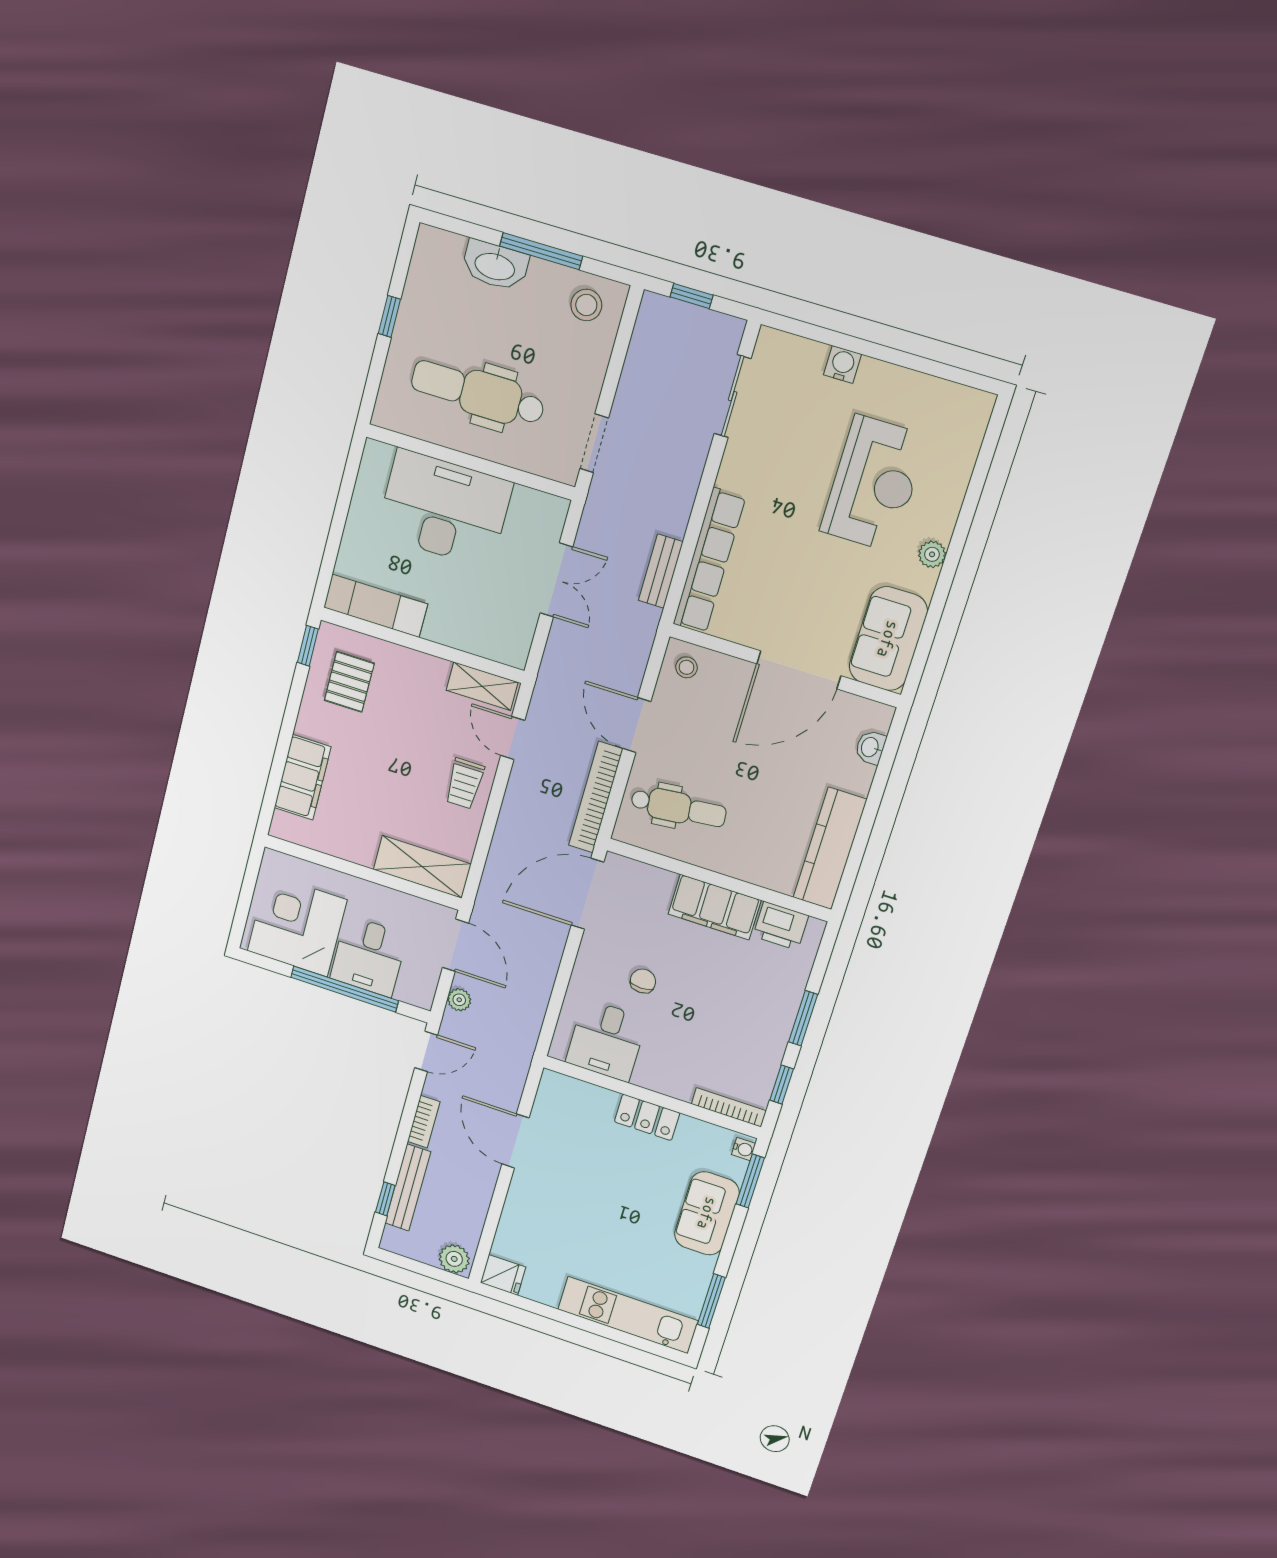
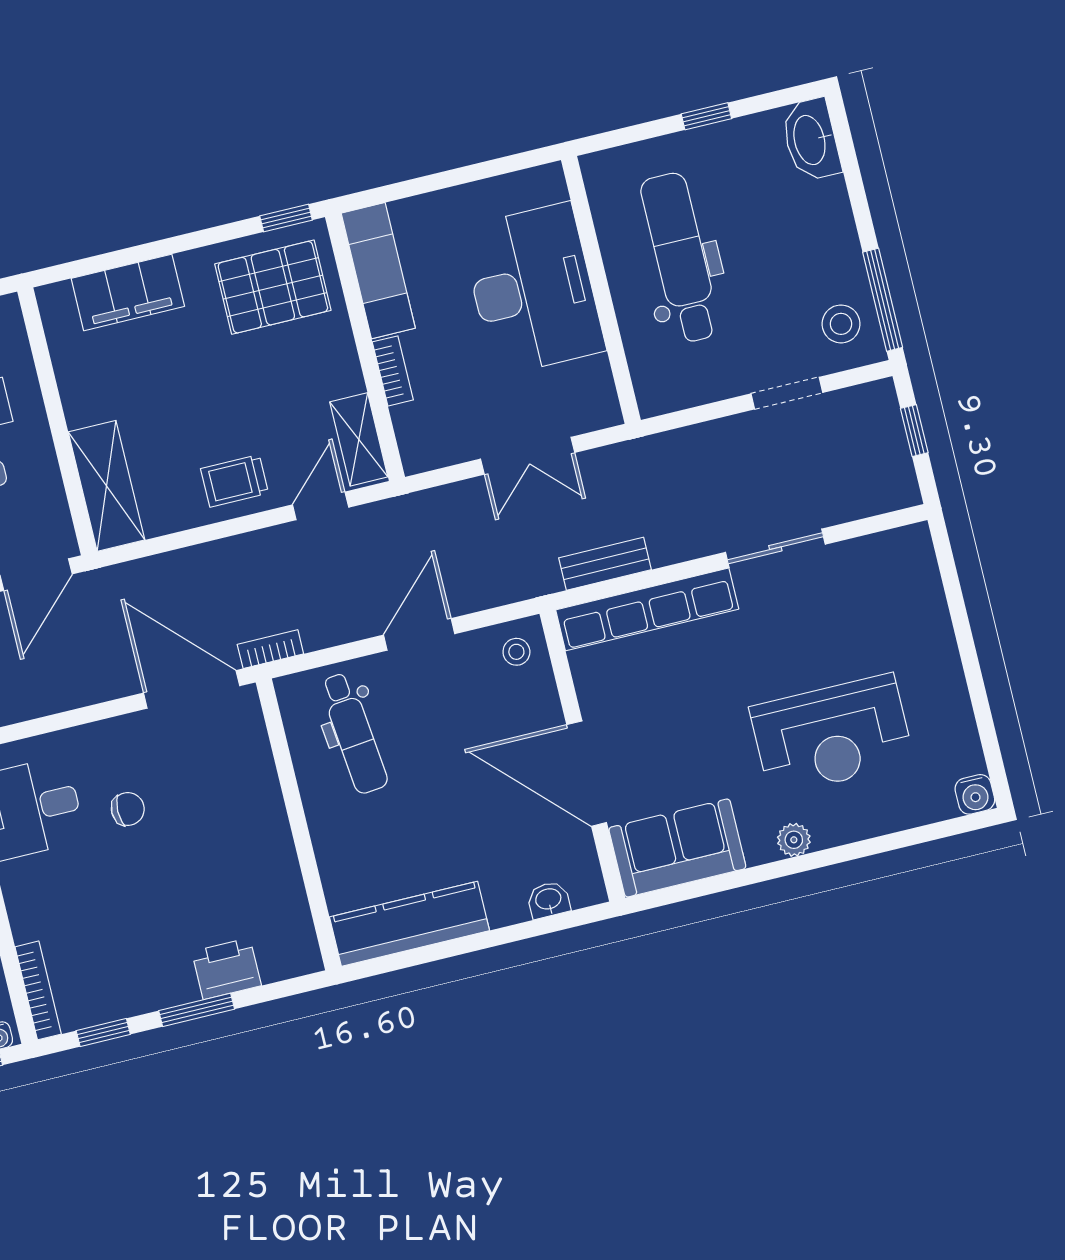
window: (541, 251) -> (883, 300), moved
washbasin: (495, 265) -> (811, 140), moved
water cooler: (843, 364) -> (975, 794), moved, turned 90
sliding door: (733, 396) -> (775, 548), moved
doorway: (594, 443) -> (787, 393), moved
bookcase: (448, 636) -> (393, 371), added
pallet: (349, 682) -> (273, 287), width x1.50, depth x1.42
bookcase: (596, 797) -> (270, 649), width x0.43, depth x0.76
filing cabinet: (715, 907) -> (264, 838), removed
printer: (781, 926) -> (227, 969), moved, turned 90

